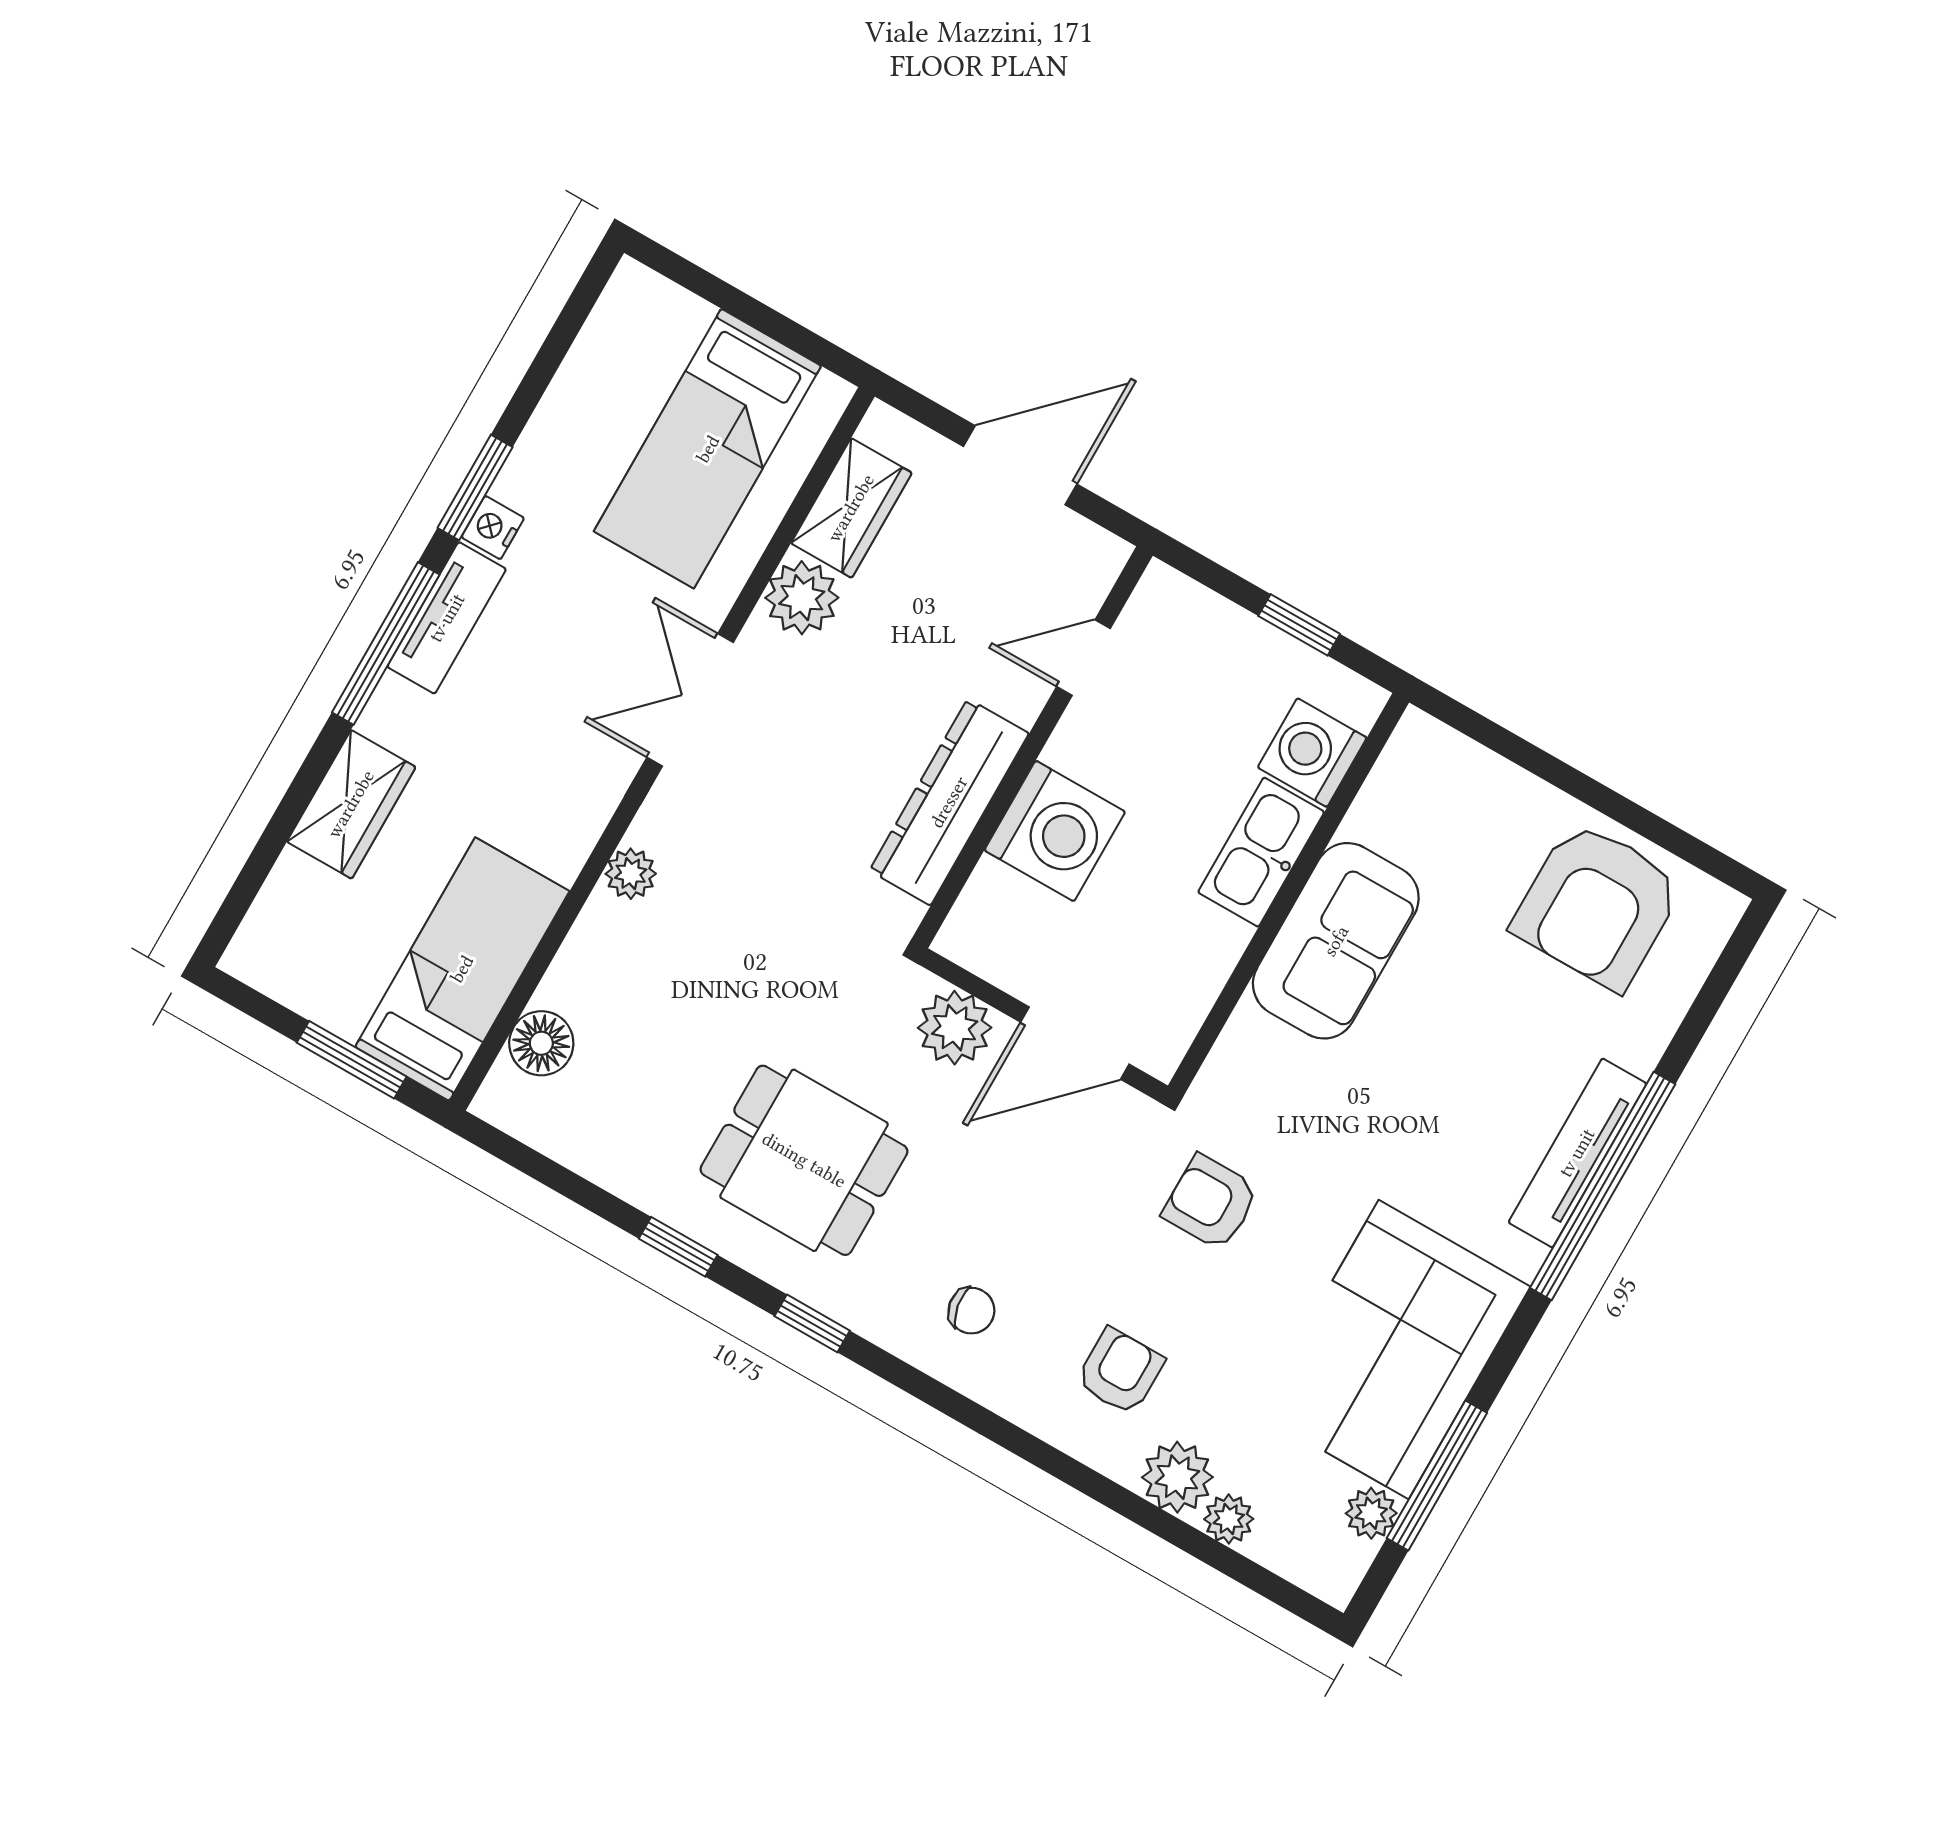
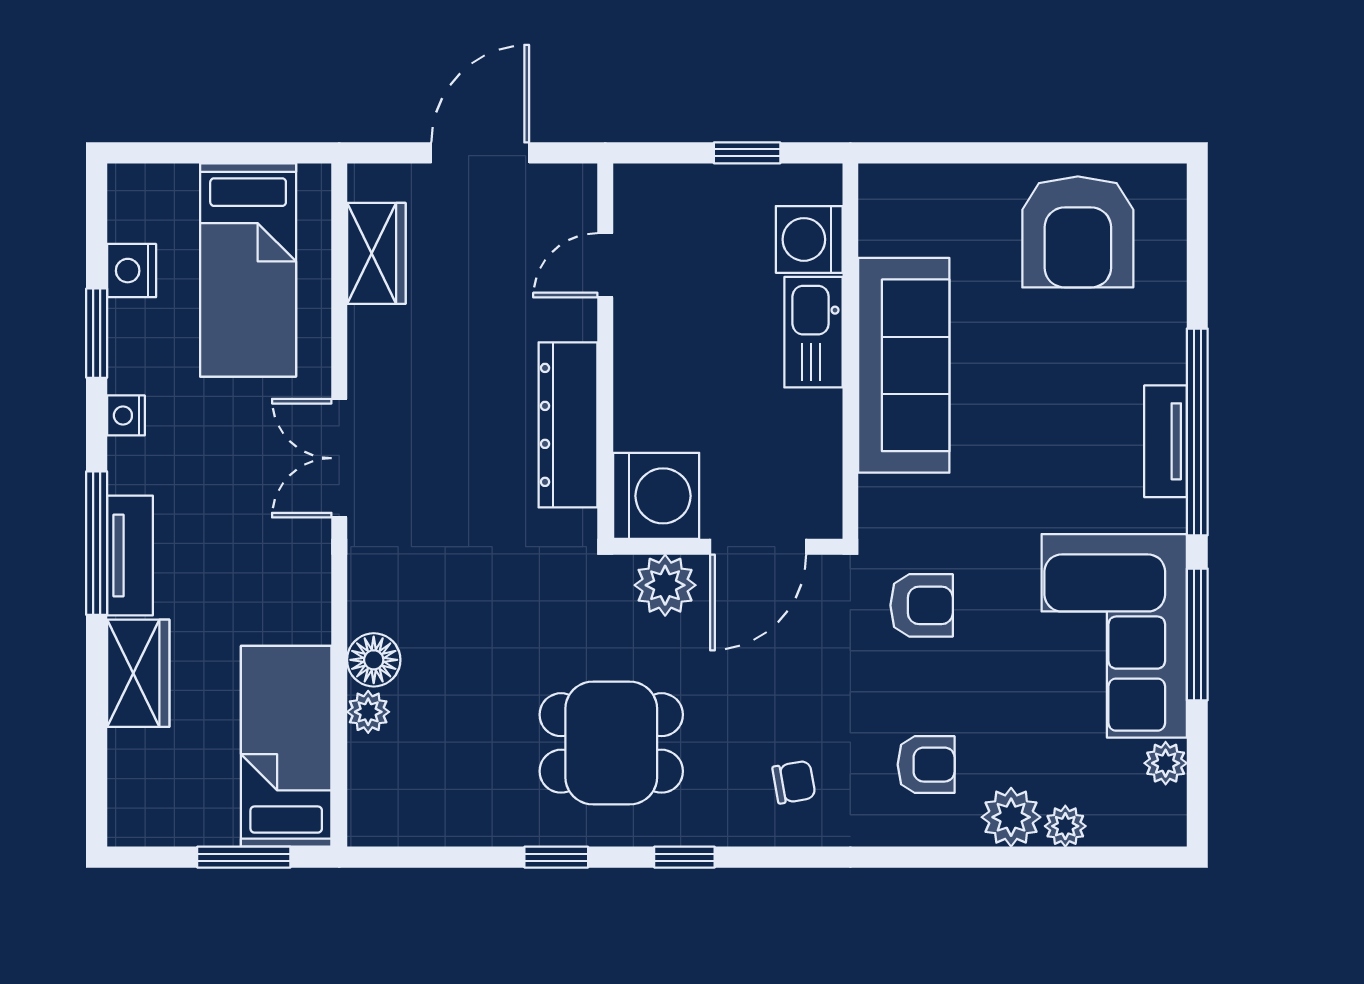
nightstand: (585, 379) -> (132, 271), added
window: (475, 488) -> (97, 333), moved
plant: (802, 598) -> (378, 338), removed
tv unit: (447, 618) -> (130, 556), moved
washing machine: (1055, 831) -> (656, 496), moved
plant: (631, 874) -> (368, 712), moved
sofa: (1336, 941) -> (904, 365), width x1.36
floor lamp: (541, 1043) -> (374, 660), moved
tv unit: (1577, 1153) -> (1166, 441), width x0.71
armchair: (1211, 1202) -> (922, 605), turned 180
armchair: (1120, 1371) -> (926, 765), turned 90
window: (1437, 1476) -> (1197, 634), moved

